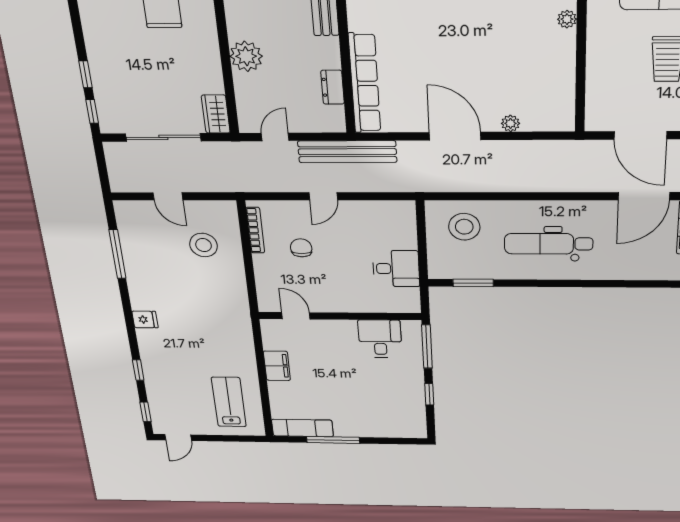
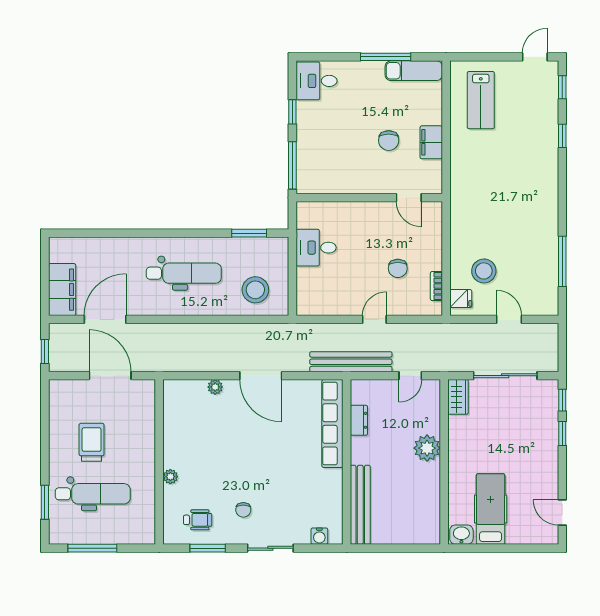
bookcase: (255, 230) -> (436, 286), width x0.64
fridge: (145, 319) -> (461, 299), moved, turned 180
desk: (380, 339) -> (316, 81), moved, turned 90
chair: (323, 368) -> (389, 141), added

